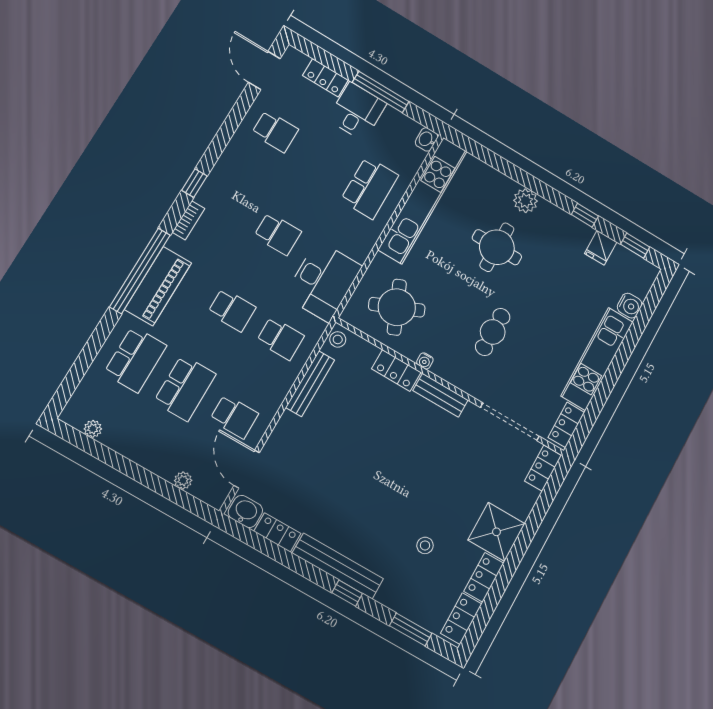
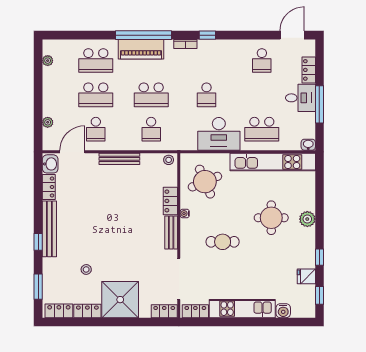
desk: (323, 281) -> (219, 134), moved
school desk: (232, 310) -> (151, 95), width x1.85
bench: (310, 384) -> (119, 159), moved
shower: (496, 532) -> (120, 300), width x1.37, depth x1.37

